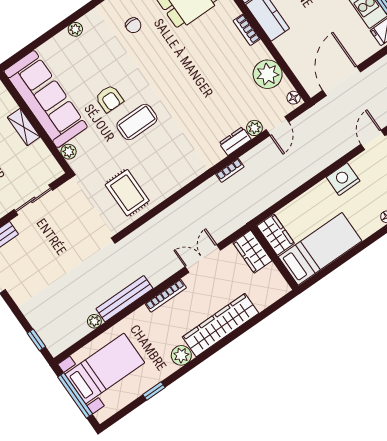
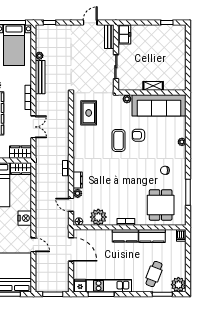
rug: (127, 193) -> (89, 113), turned 90

